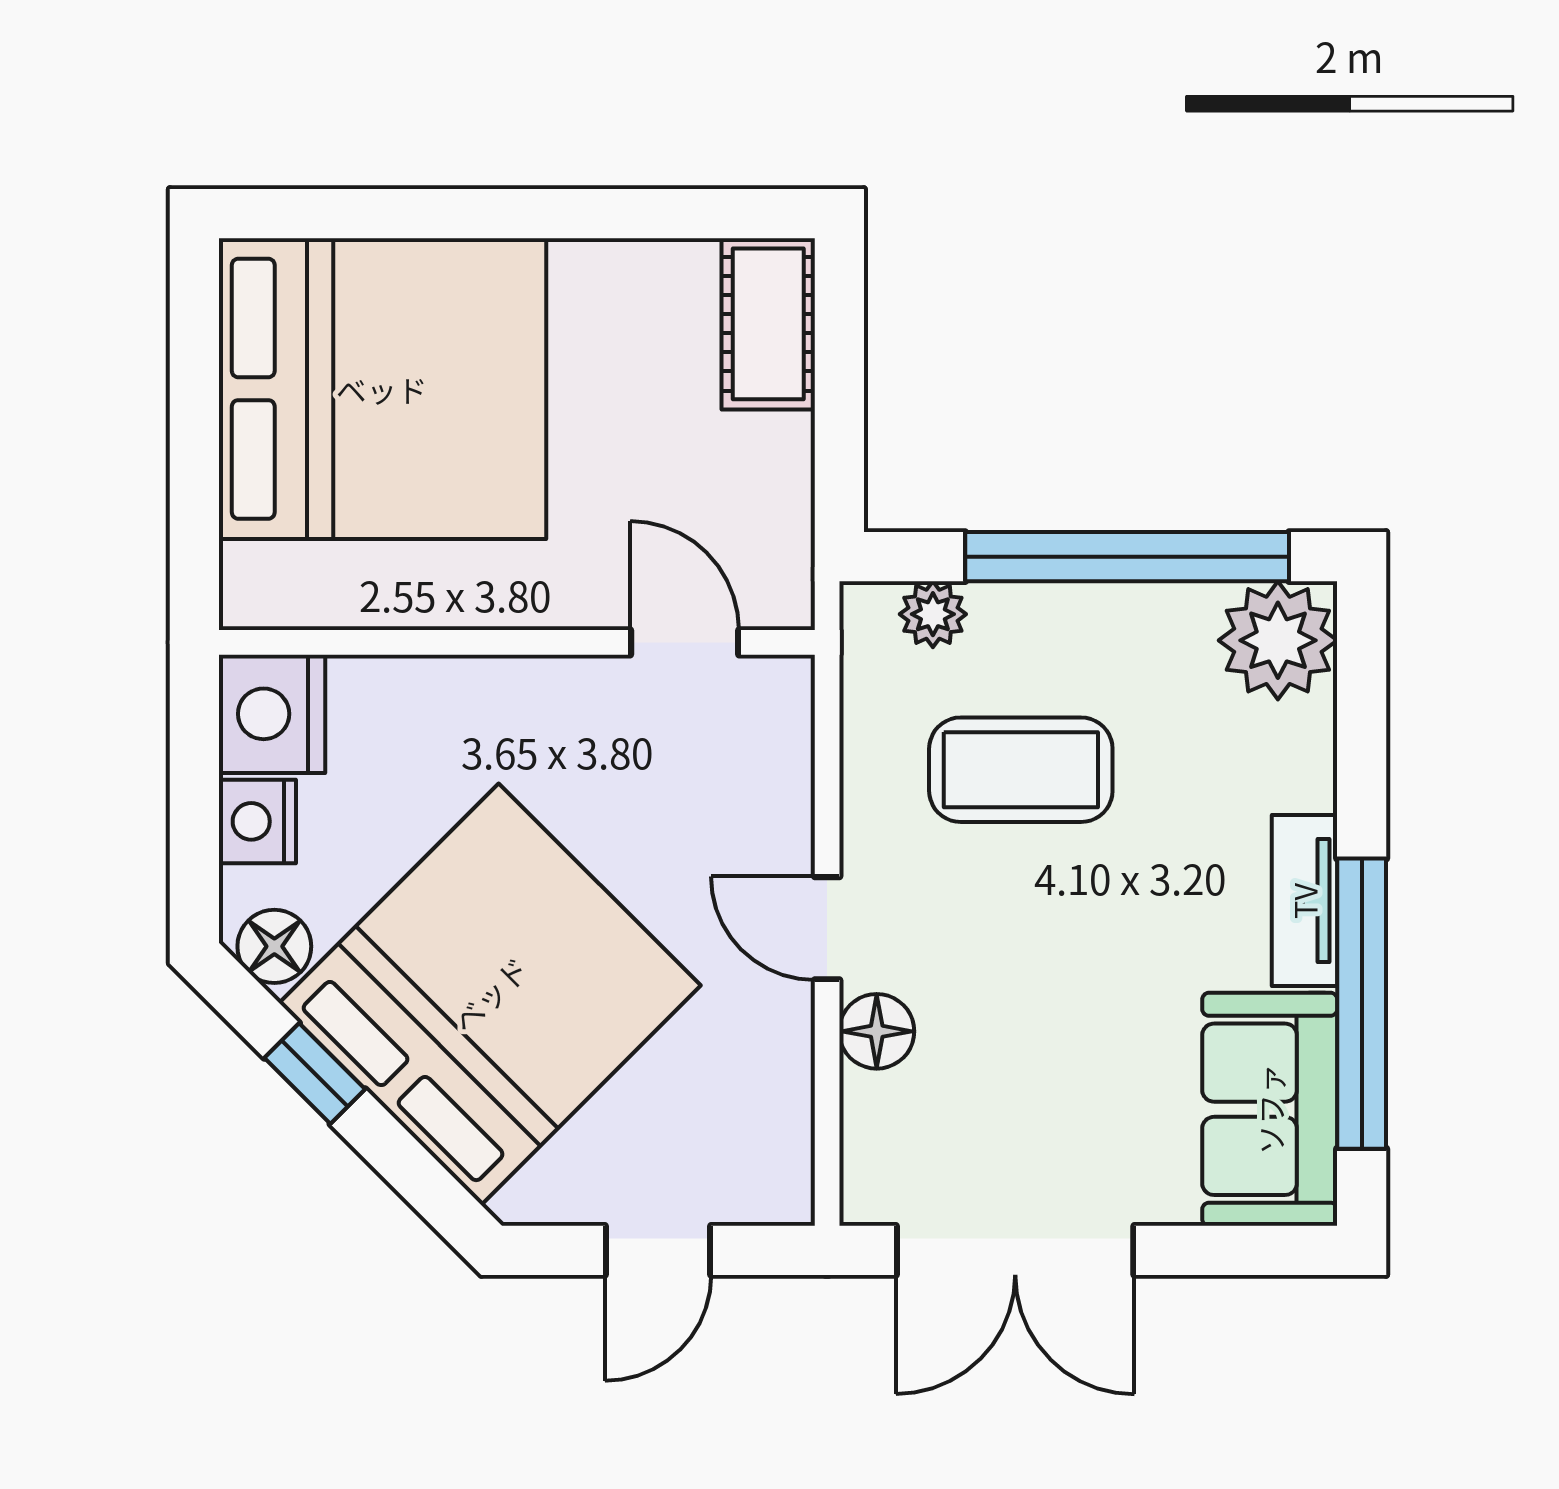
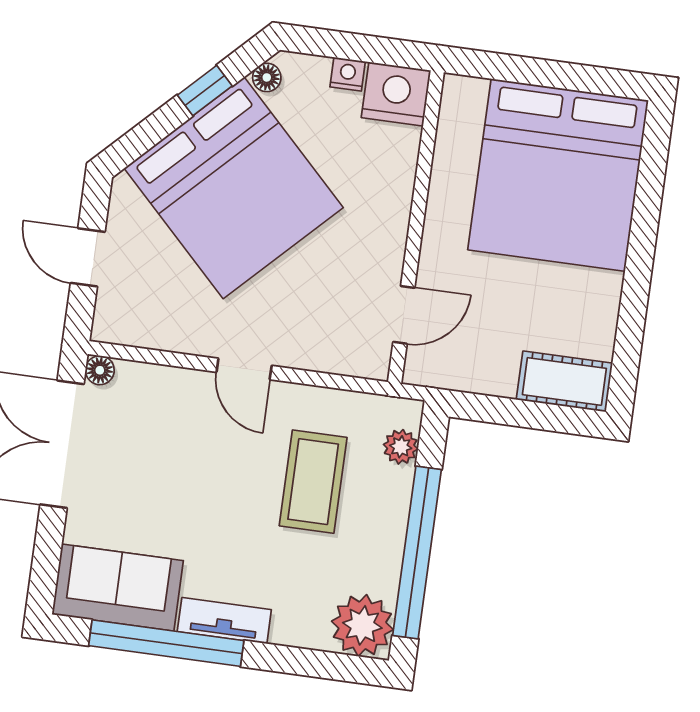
nightstand: (257, 821) -> (348, 74), width x0.72, depth x0.74
door: (827, 928) -> (244, 369), swing flipped
floor lamp: (274, 946) -> (267, 77), width x0.73, depth x0.73
floor lamp: (877, 1031) -> (100, 370), moved, width x0.73, depth x0.73

